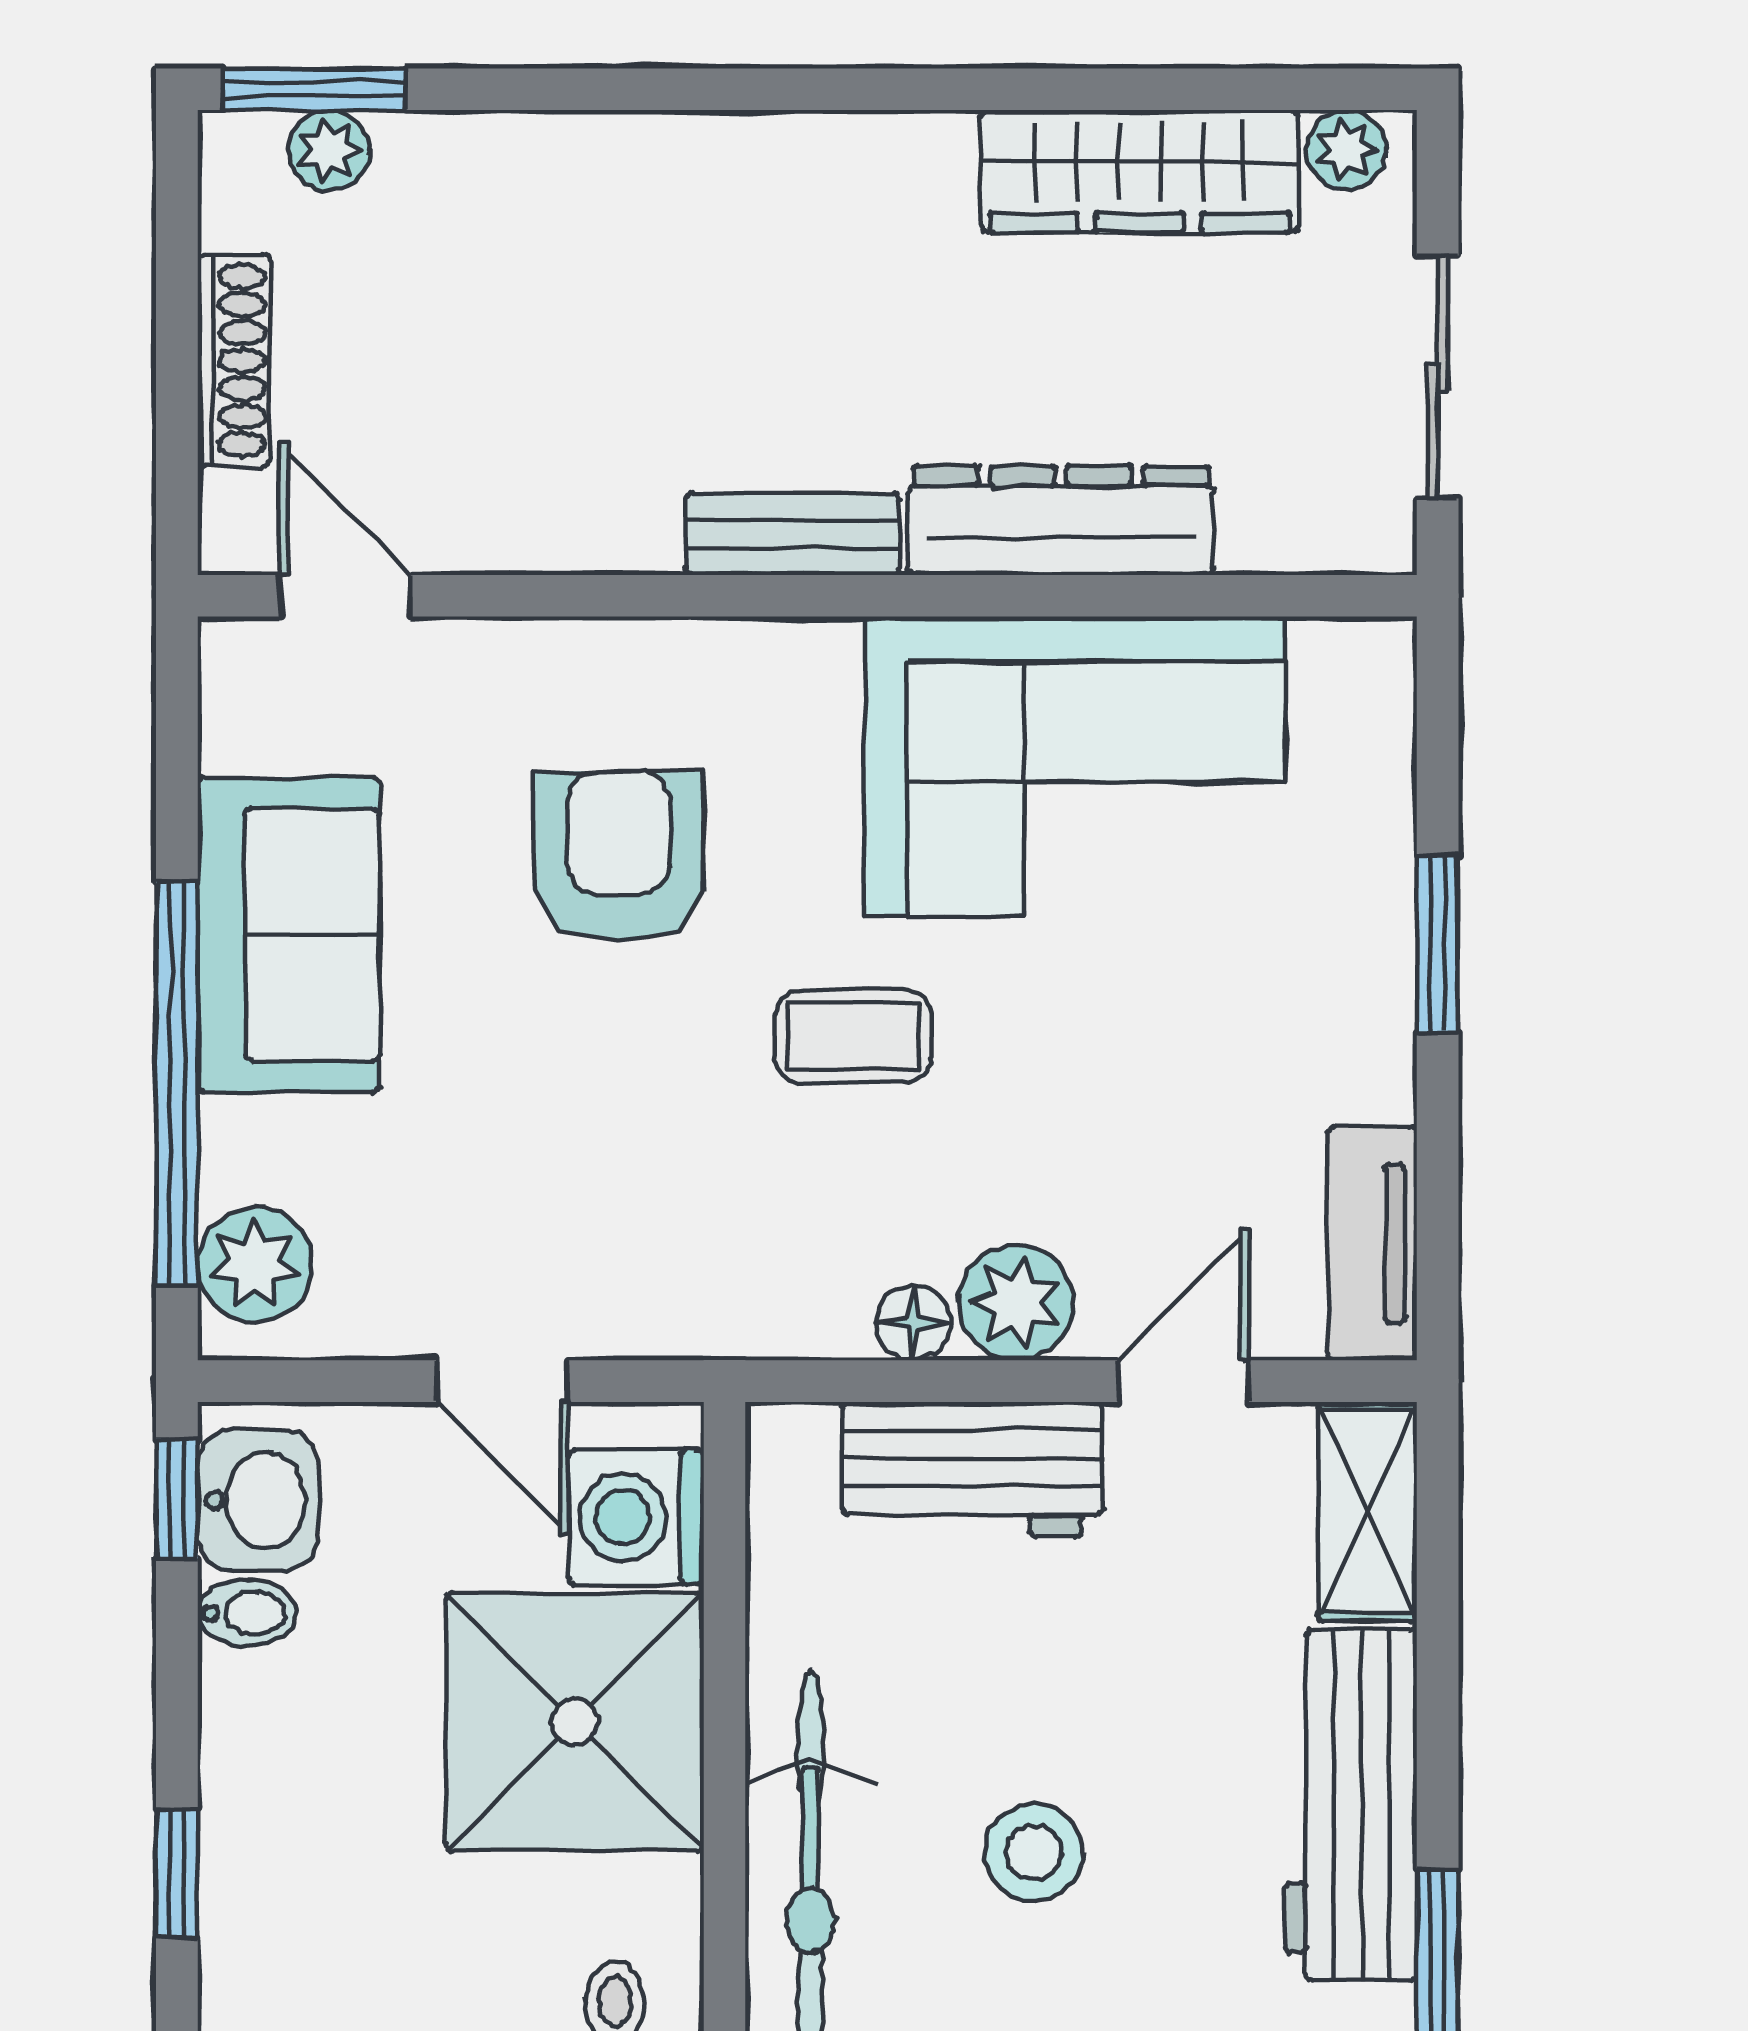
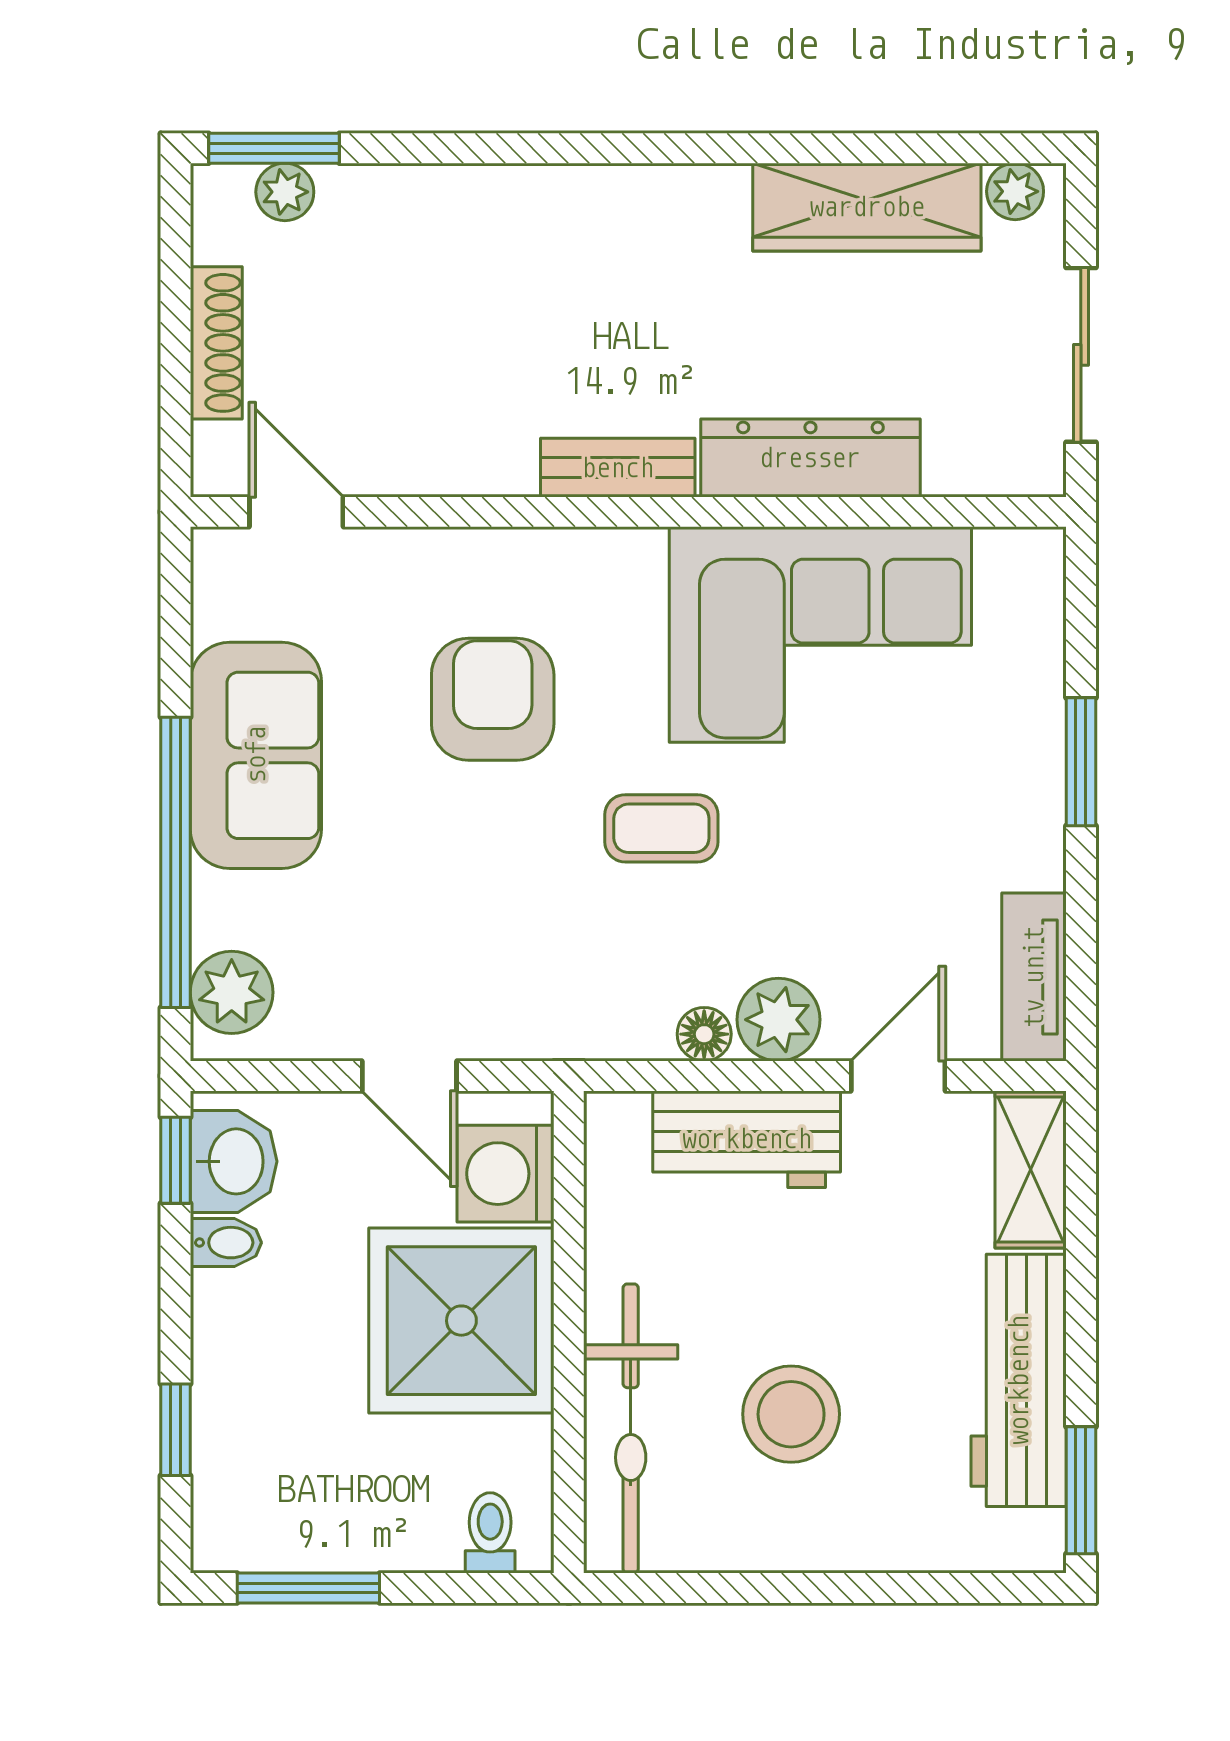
stool: (1034, 1852) -> (791, 1414), width x1.38, depth x1.38

